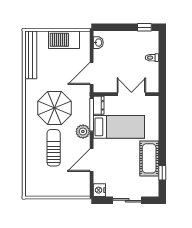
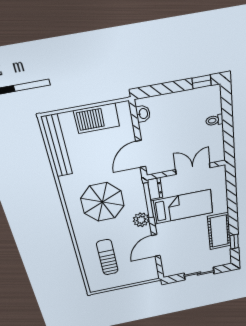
sun lounger: (54, 148) -> (107, 257), moved
nightstand: (99, 190) -> (169, 271), removed

